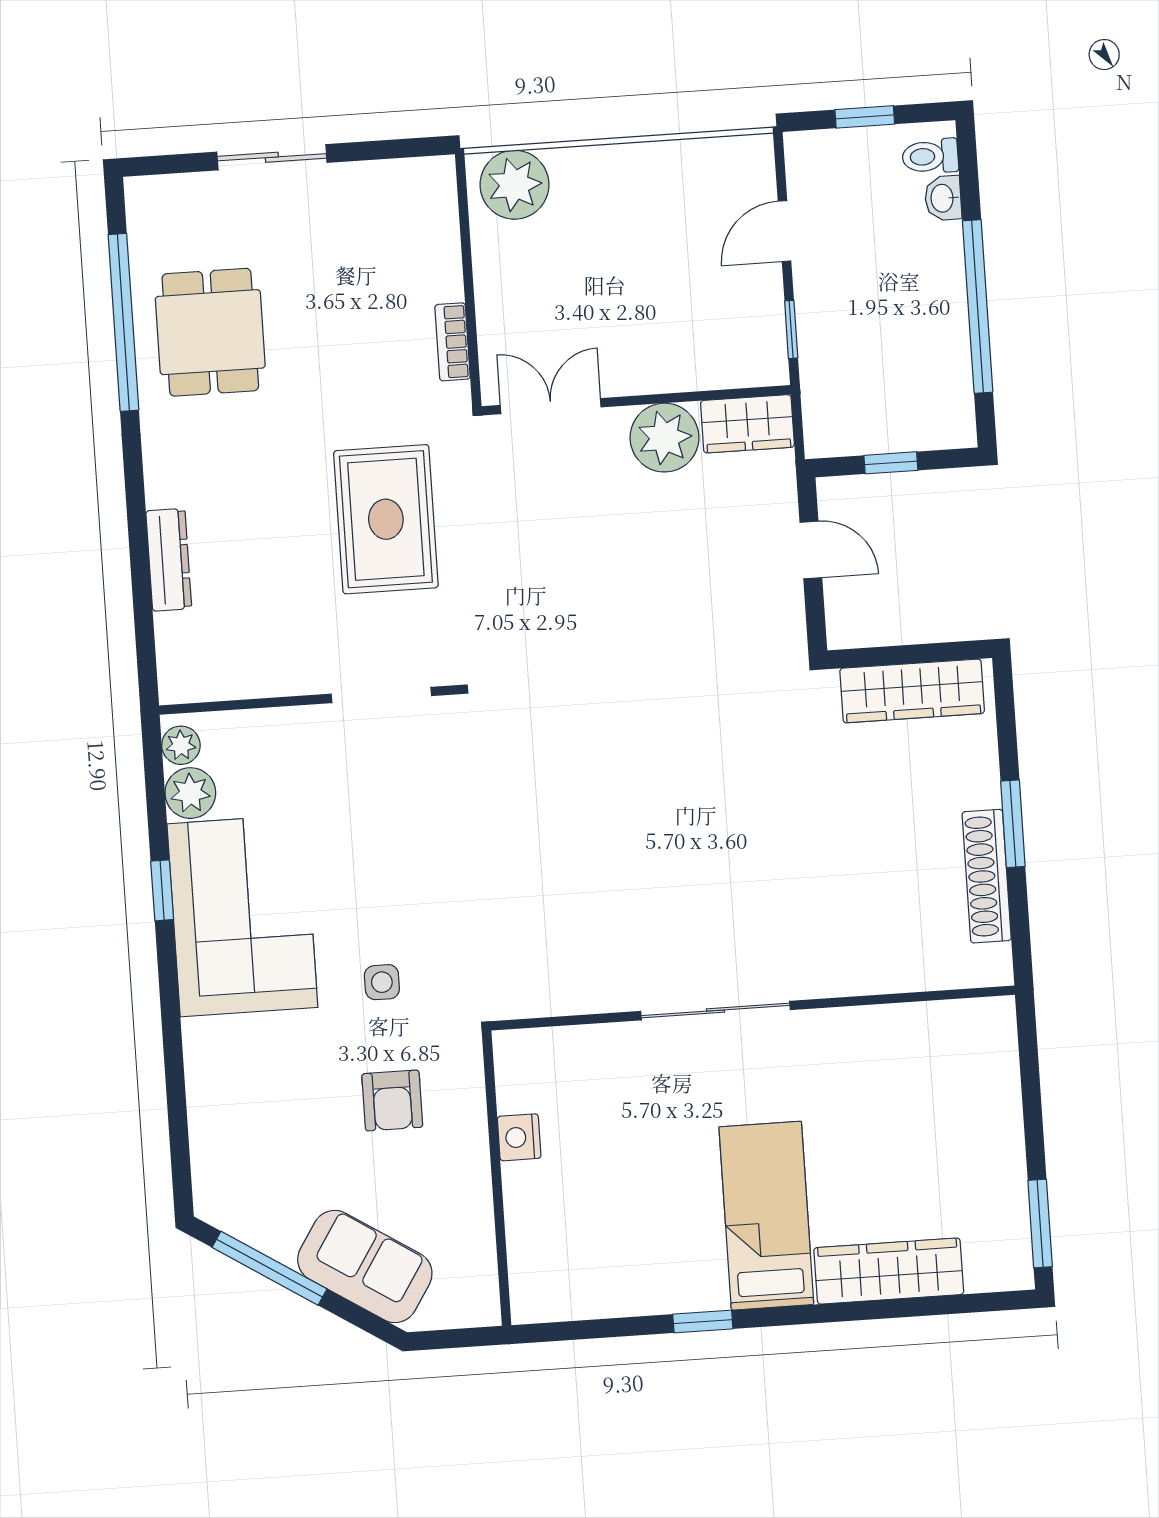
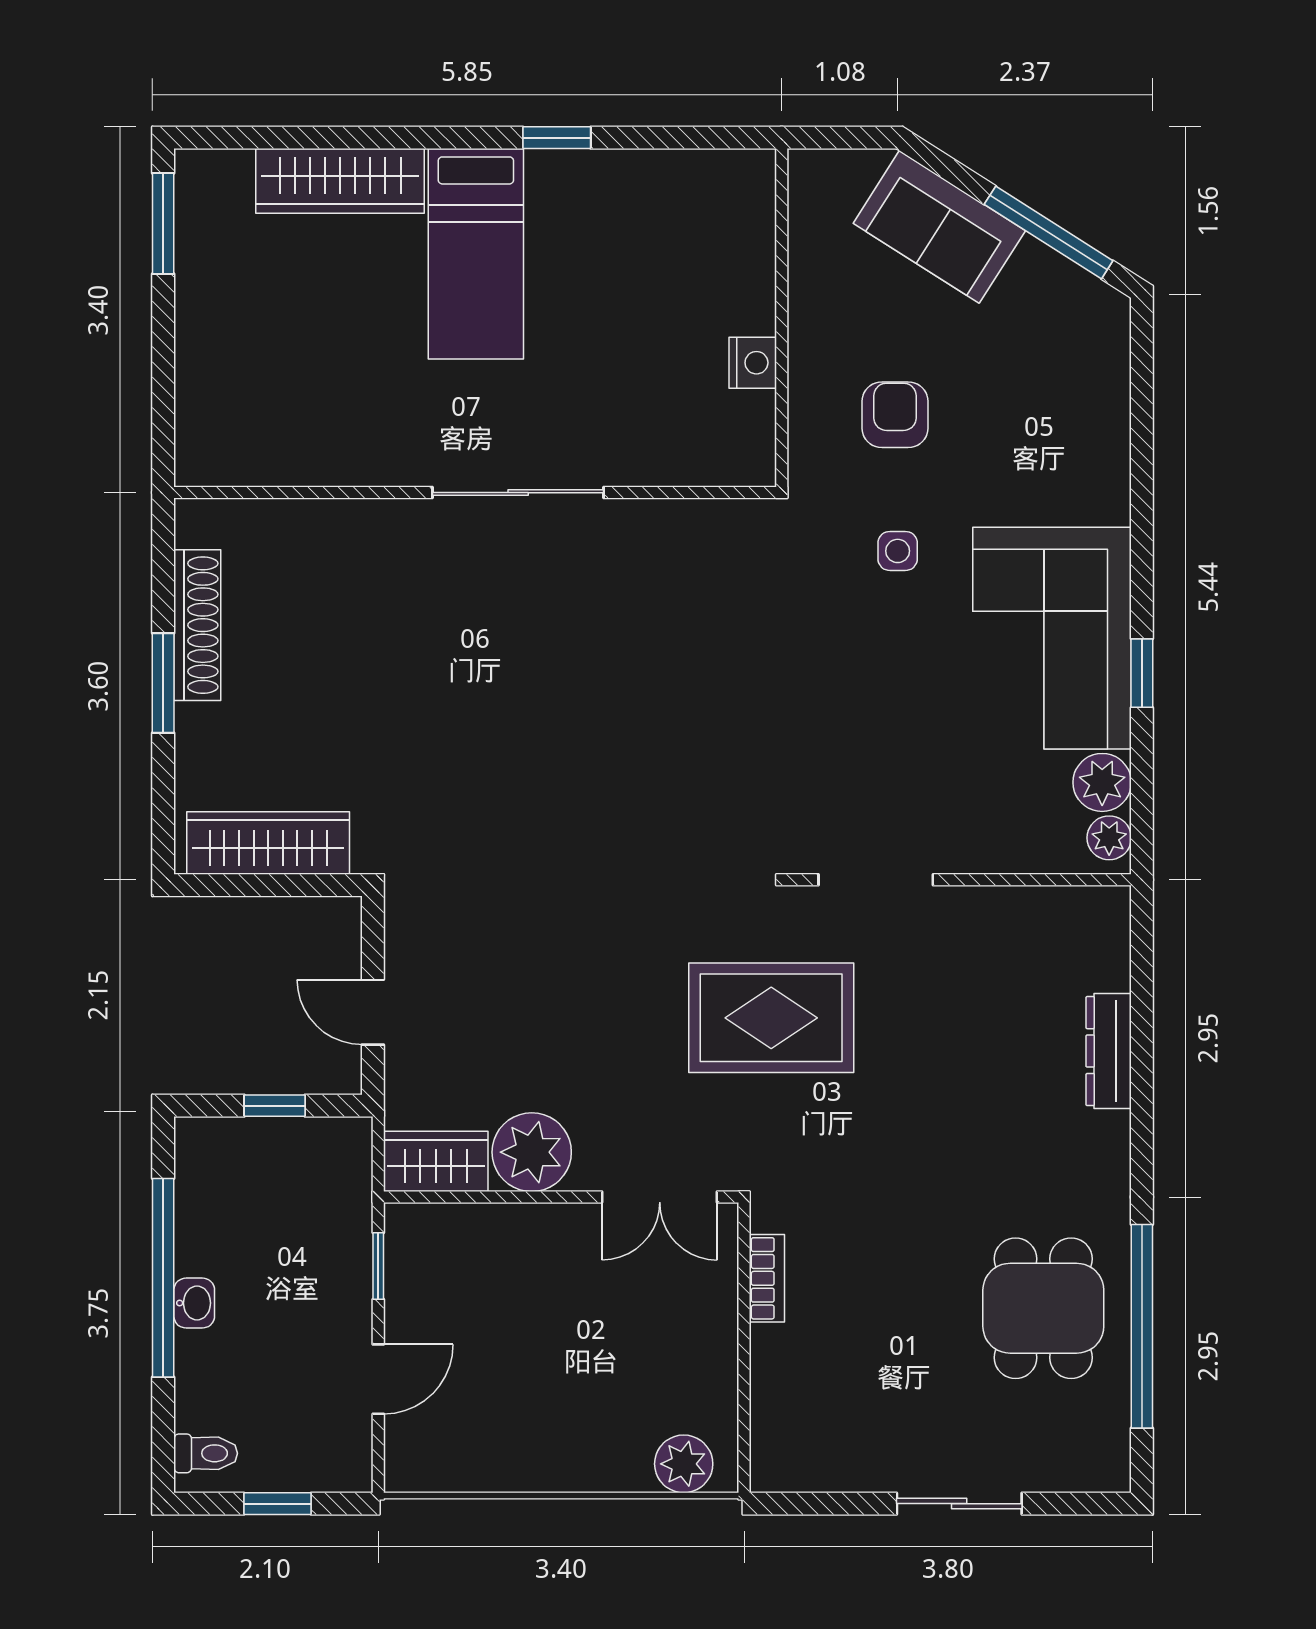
plant: (514, 185) -> (684, 1464), width x0.73, depth x0.73
washbasin: (943, 198) -> (194, 1303), moved
rug: (386, 519) -> (771, 1018), moved, turned 90

